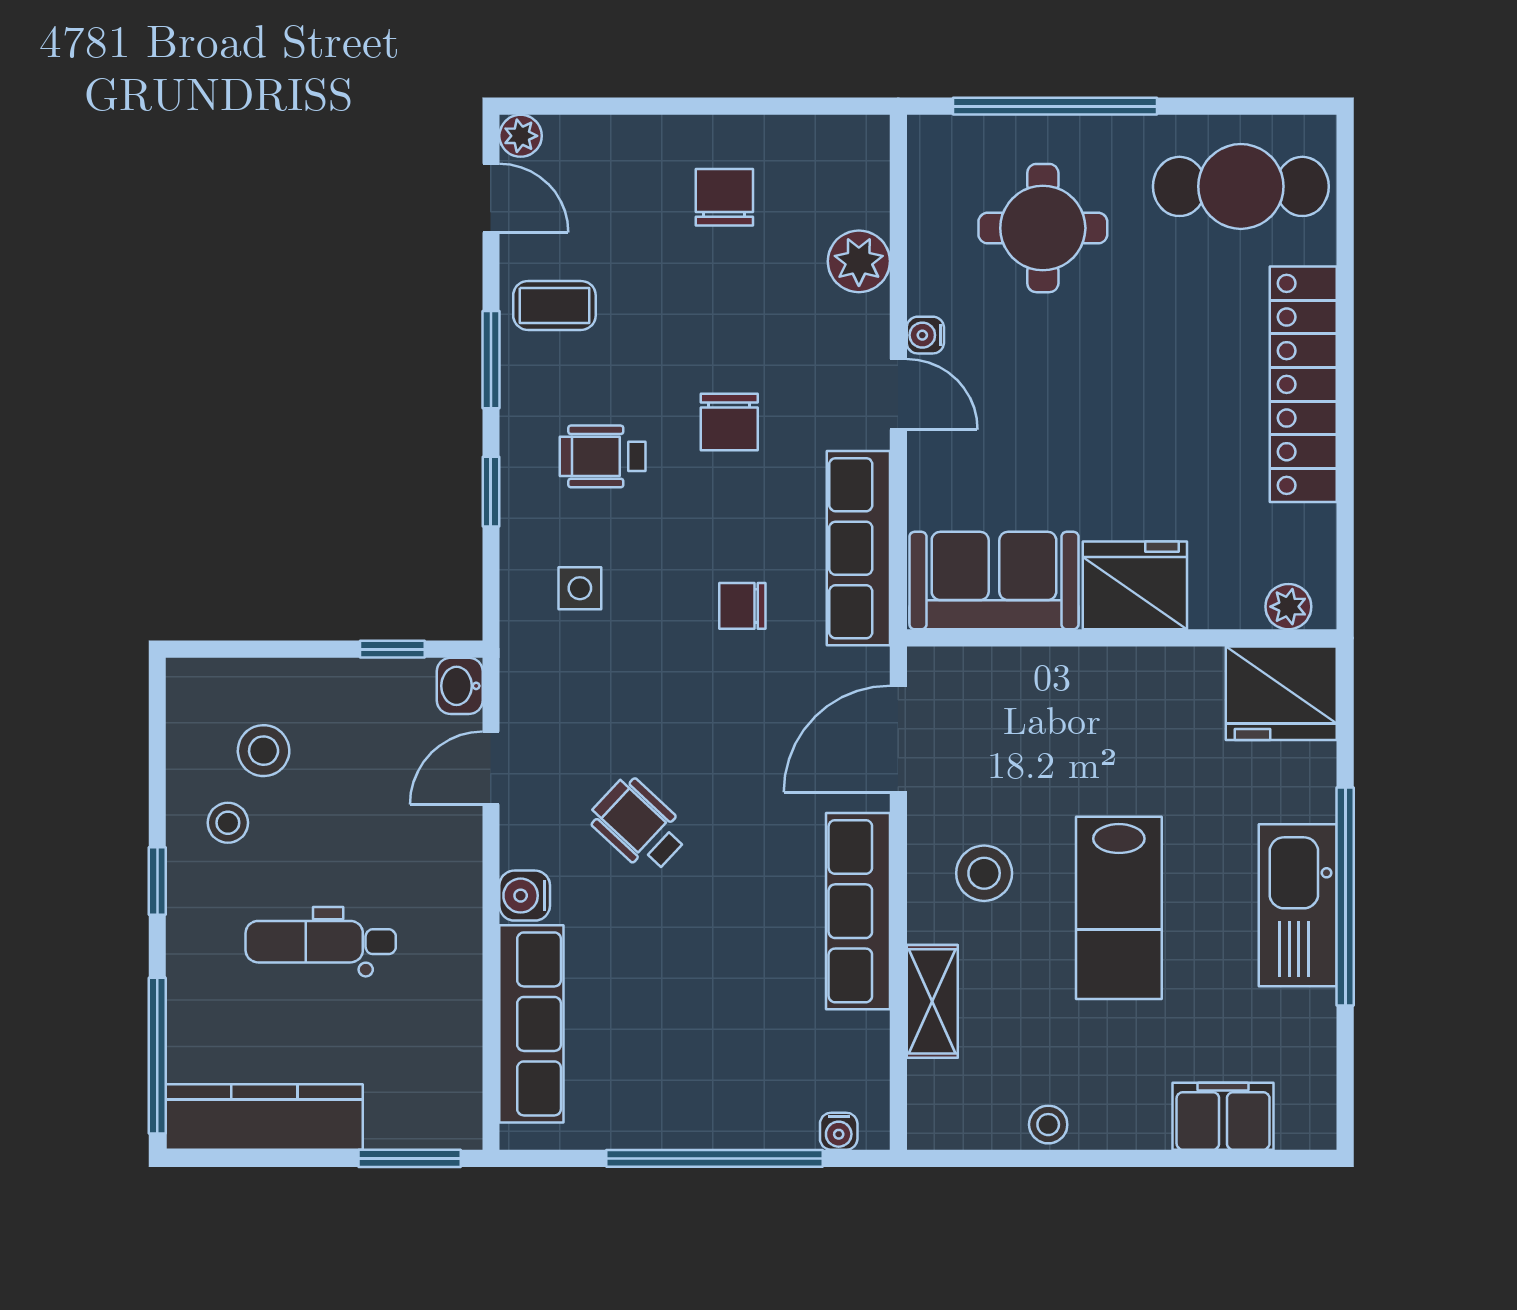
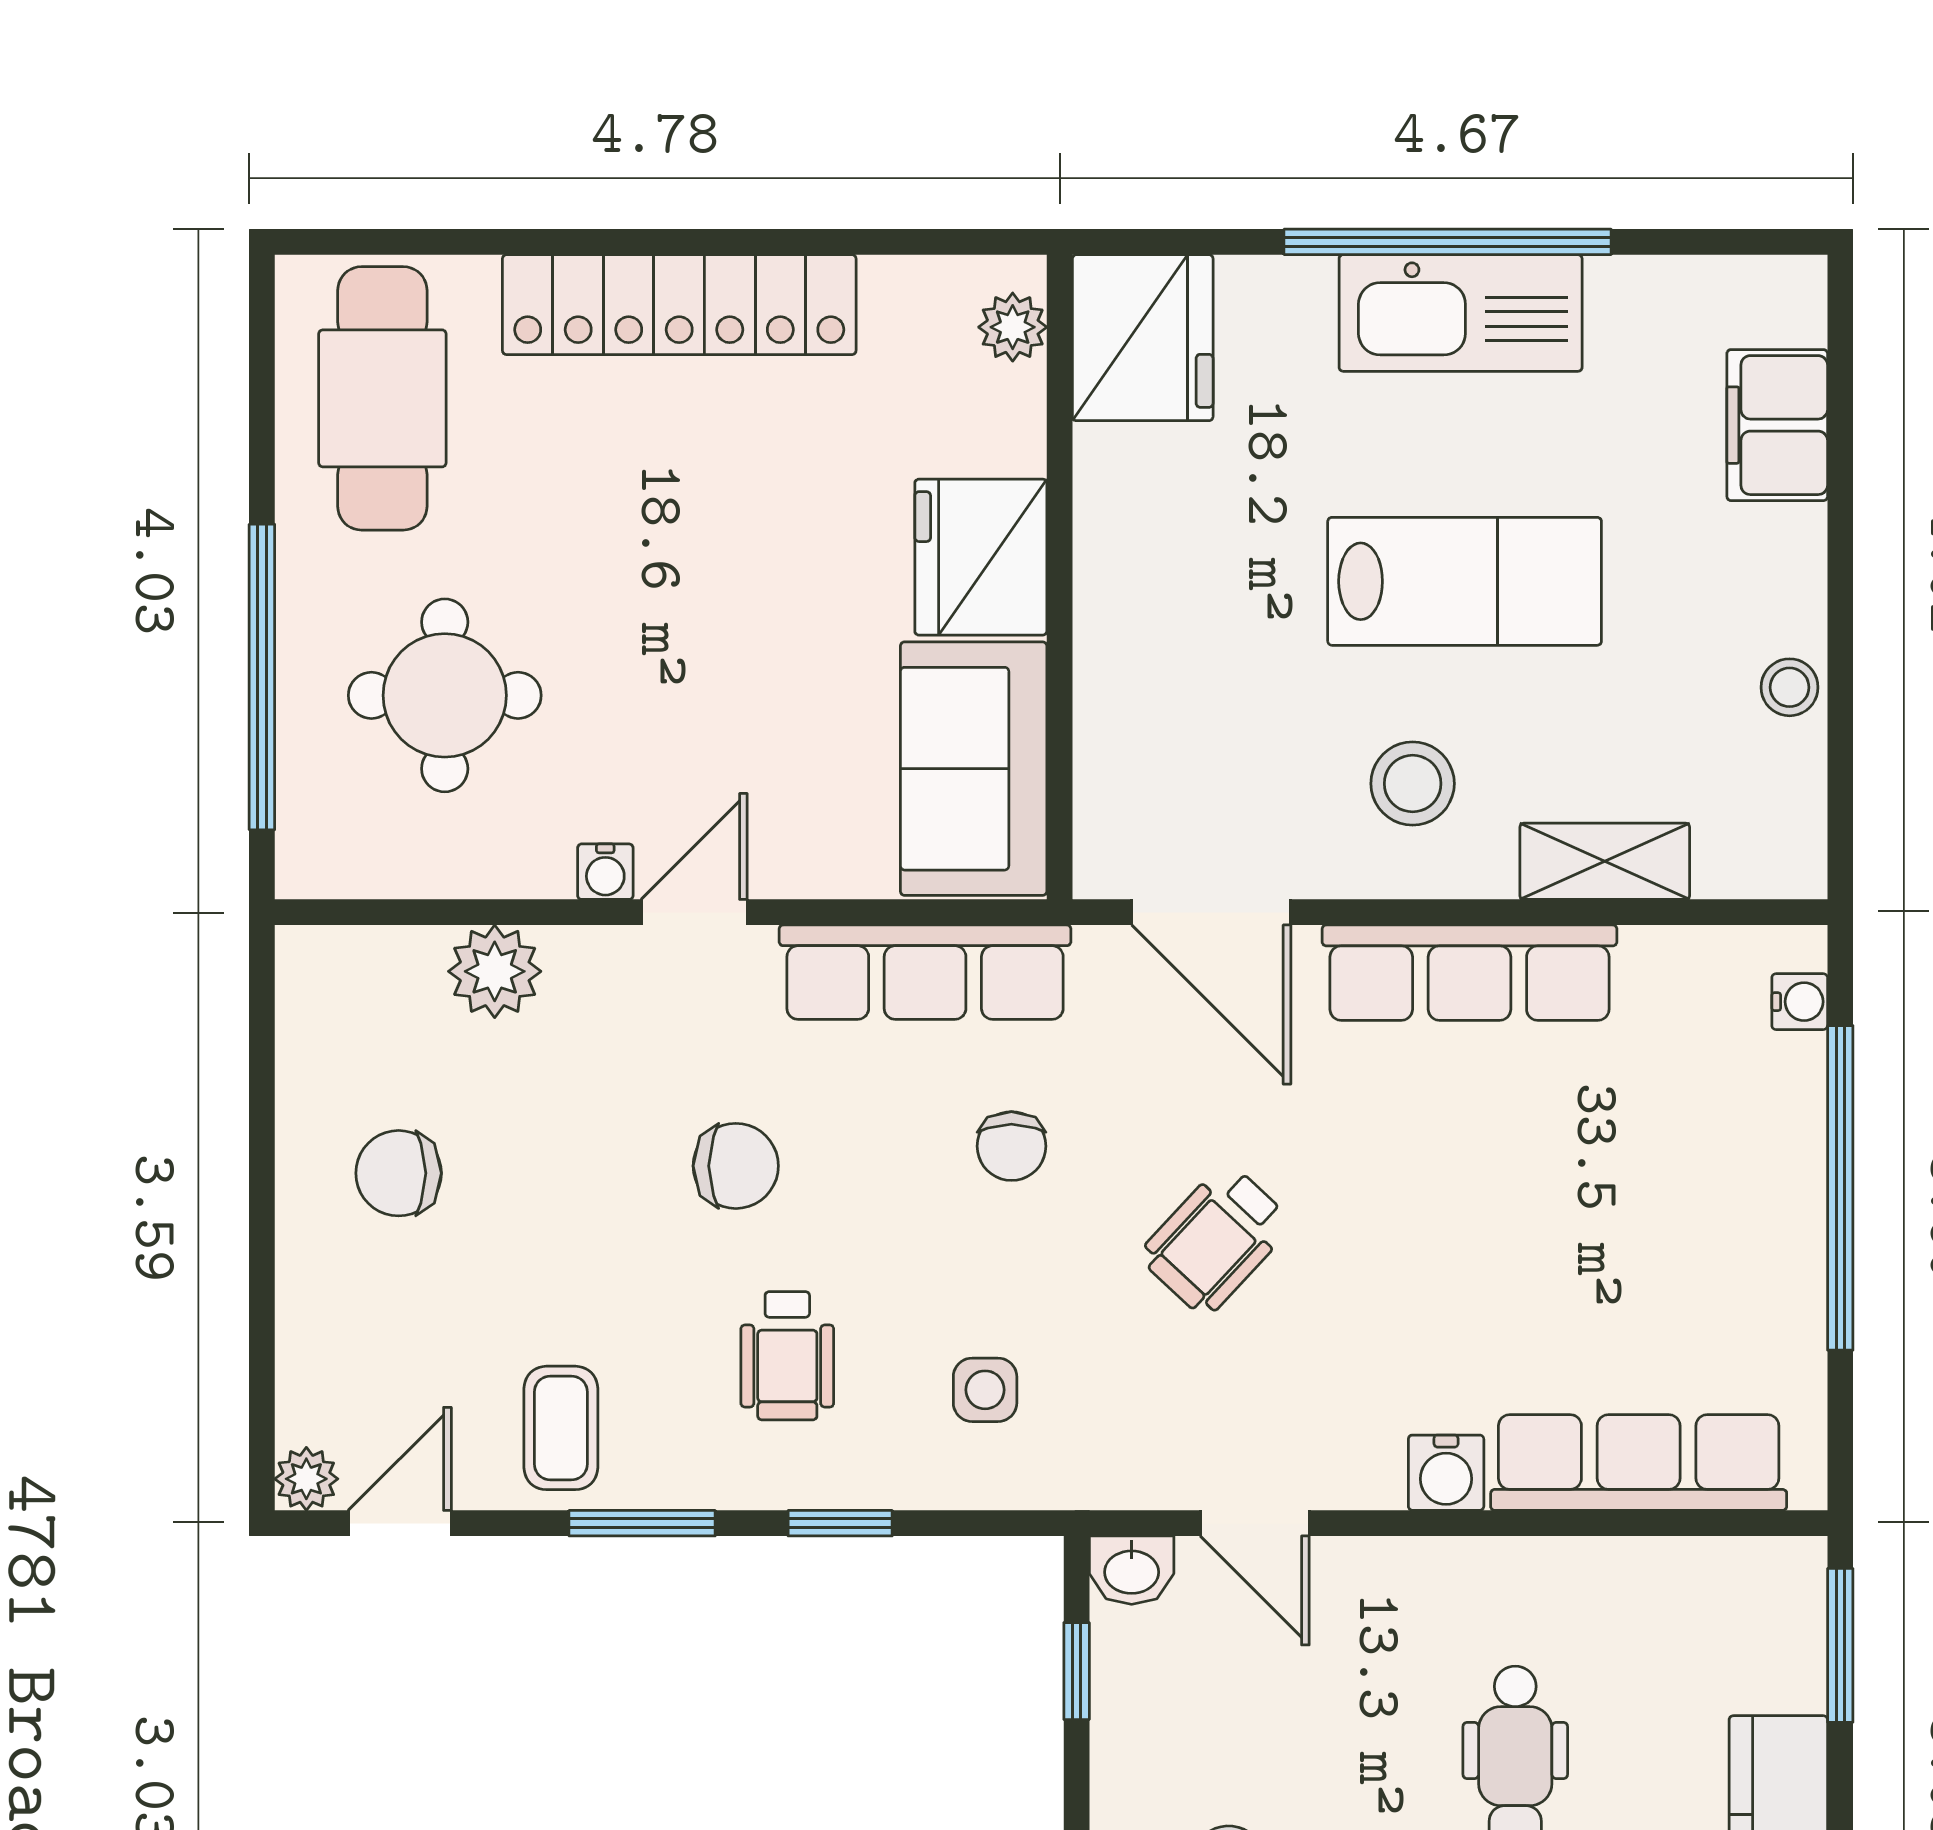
wheelchair: (639, 825) -> (1216, 1240), moved

